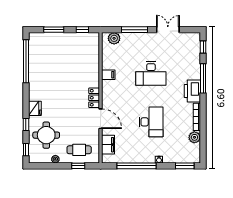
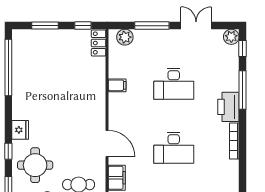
locker: (94, 98) -> (99, 43), moved
desk: (151, 122) -> (174, 148), turned 90
plant: (194, 137) -> (231, 37), moved

